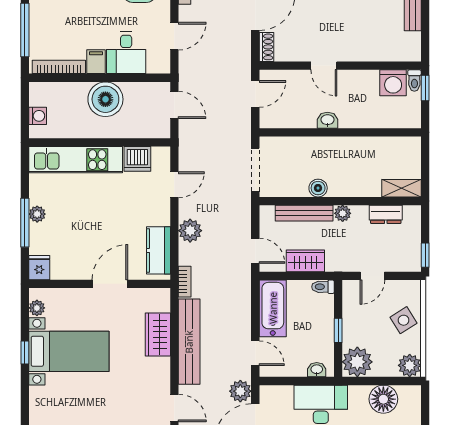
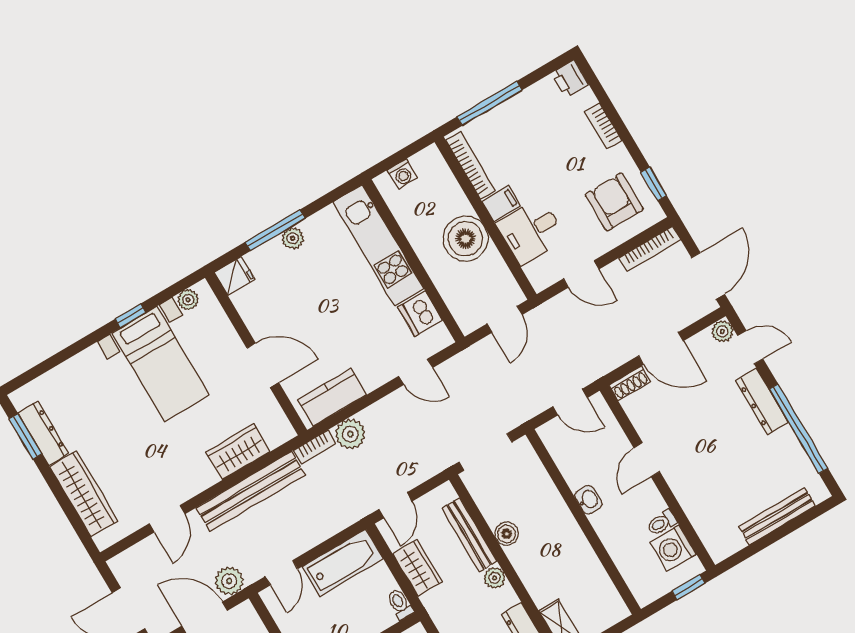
toilet: (414, 80) -> (662, 523), moved
plant: (190, 231) -> (350, 434), moved

